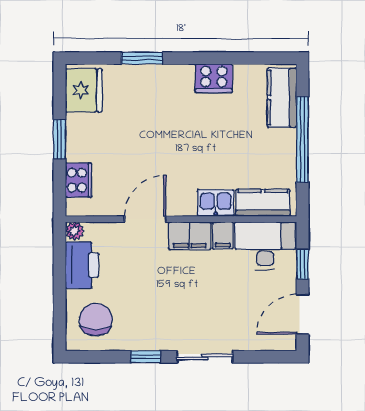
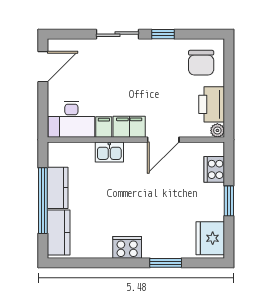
cooker: (214, 78) -> (127, 247), moved
kitchen counter: (263, 203) -> (58, 188), moved, turned -90
window: (302, 264) -> (43, 105), removed

